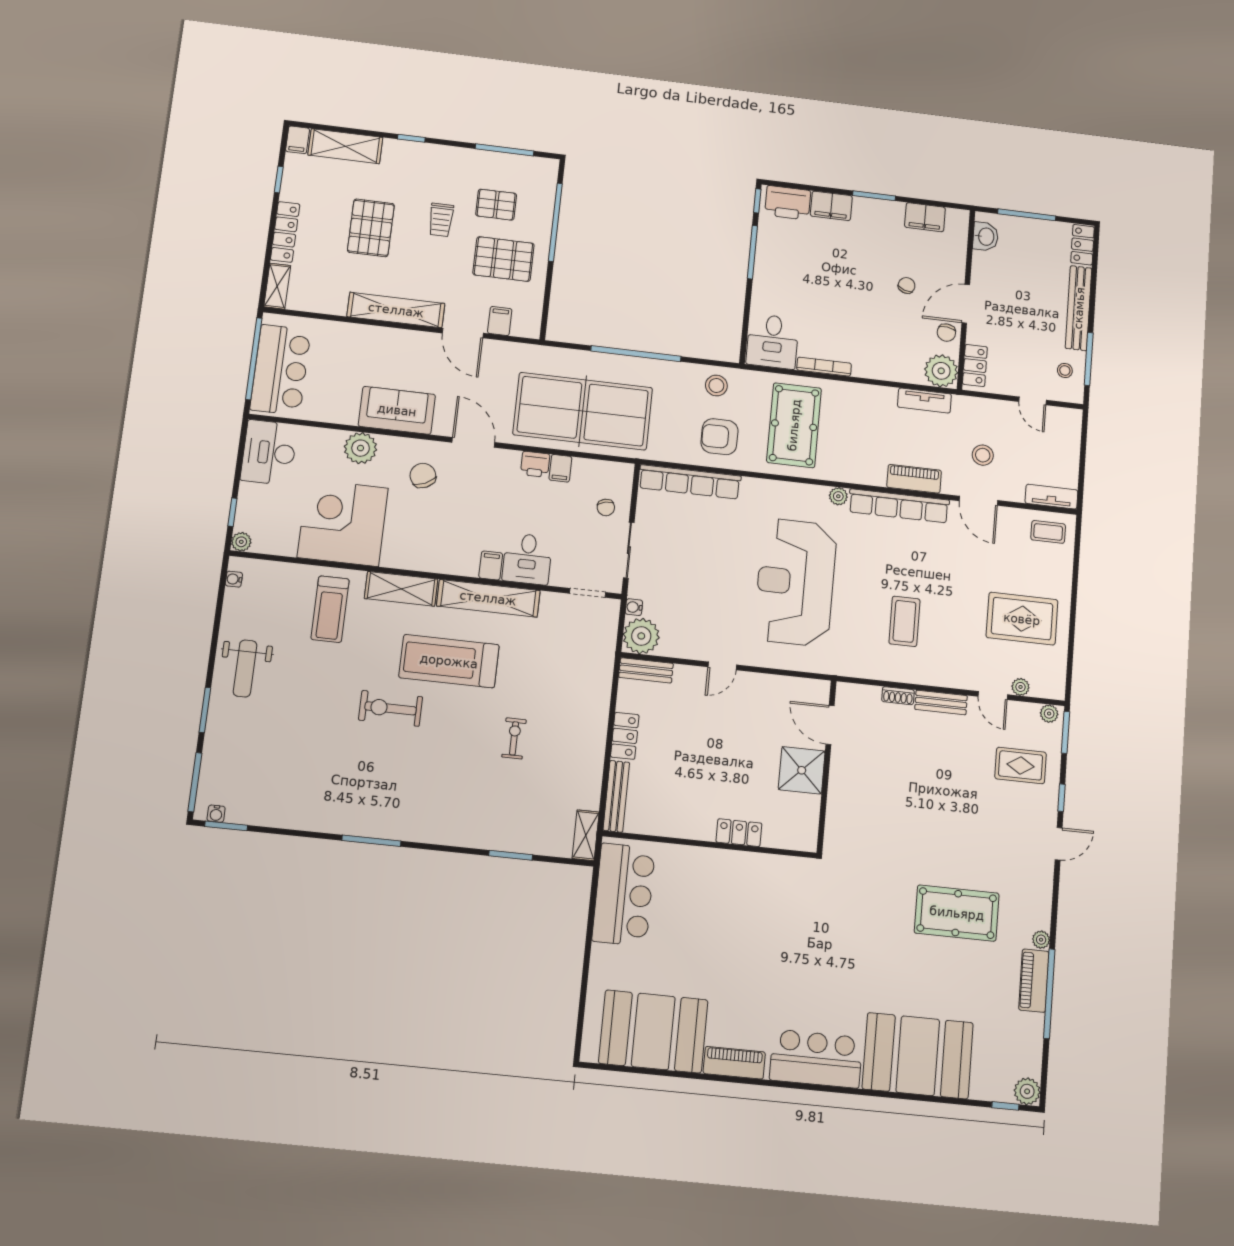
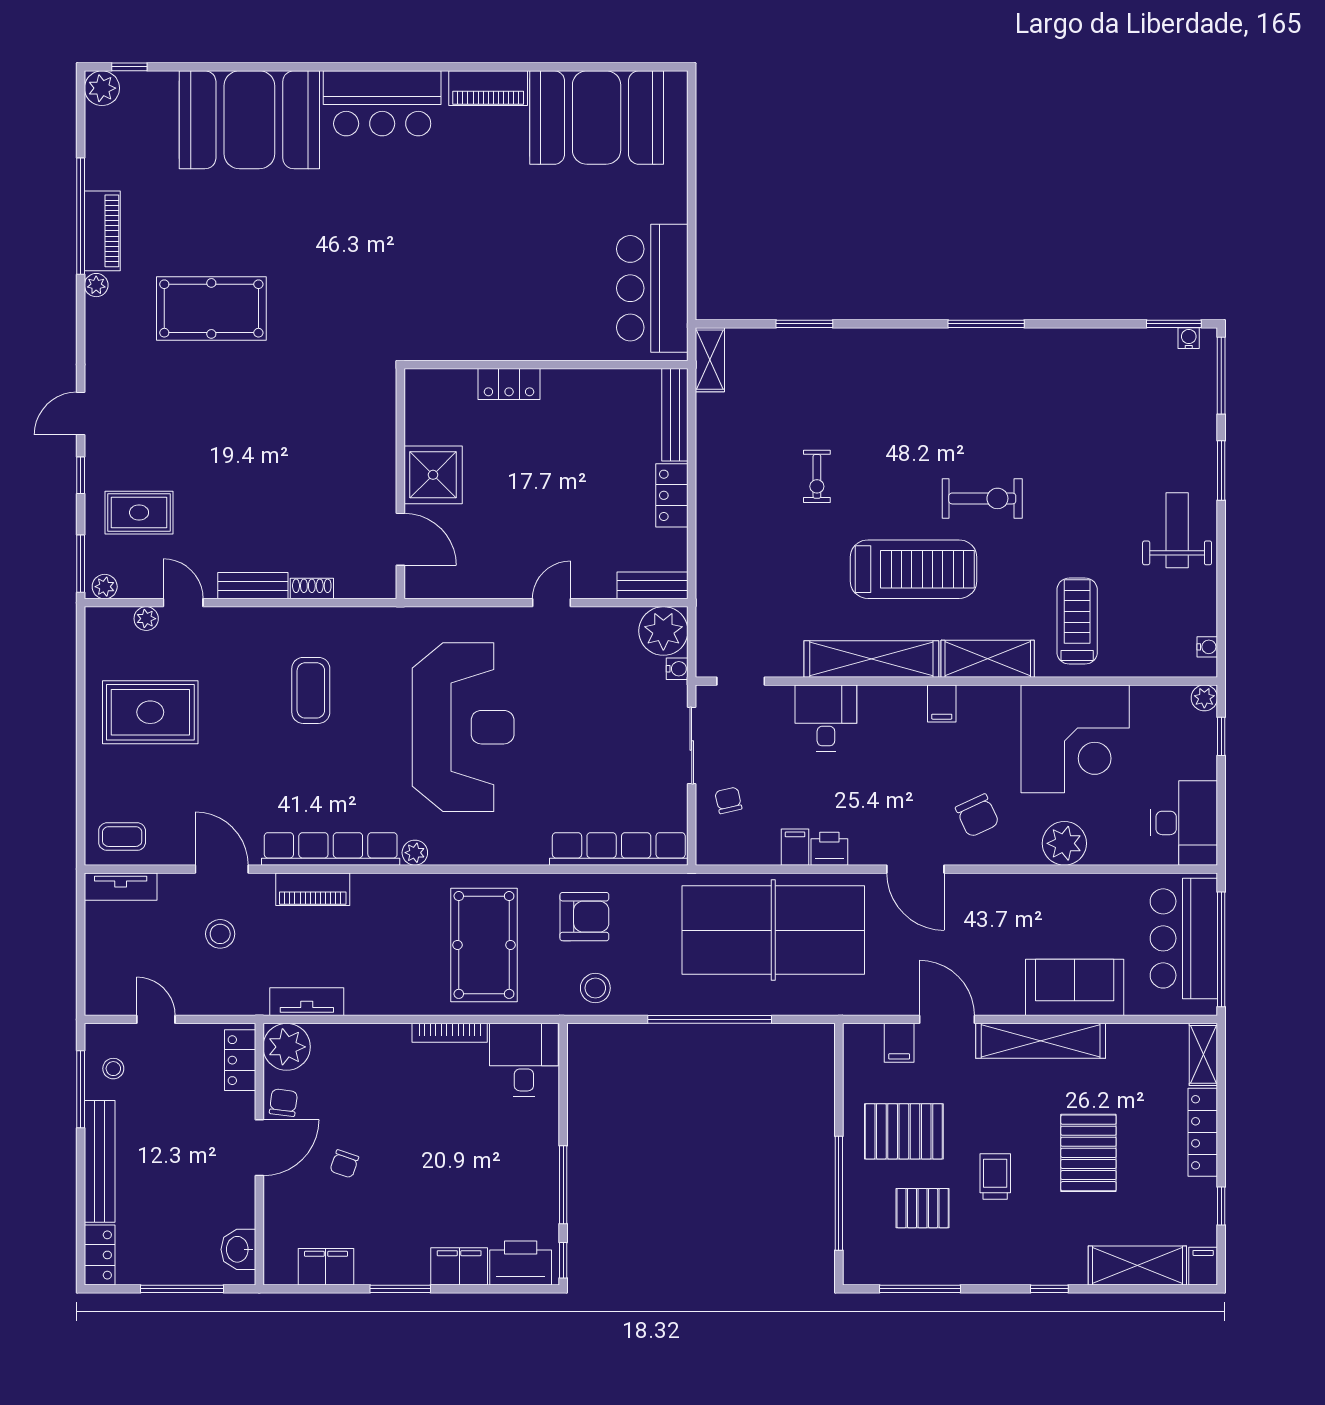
sofa: (397, 410) -> (1075, 987), moved, turned 180
filing cabinet: (491, 565) -> (942, 704), moved

